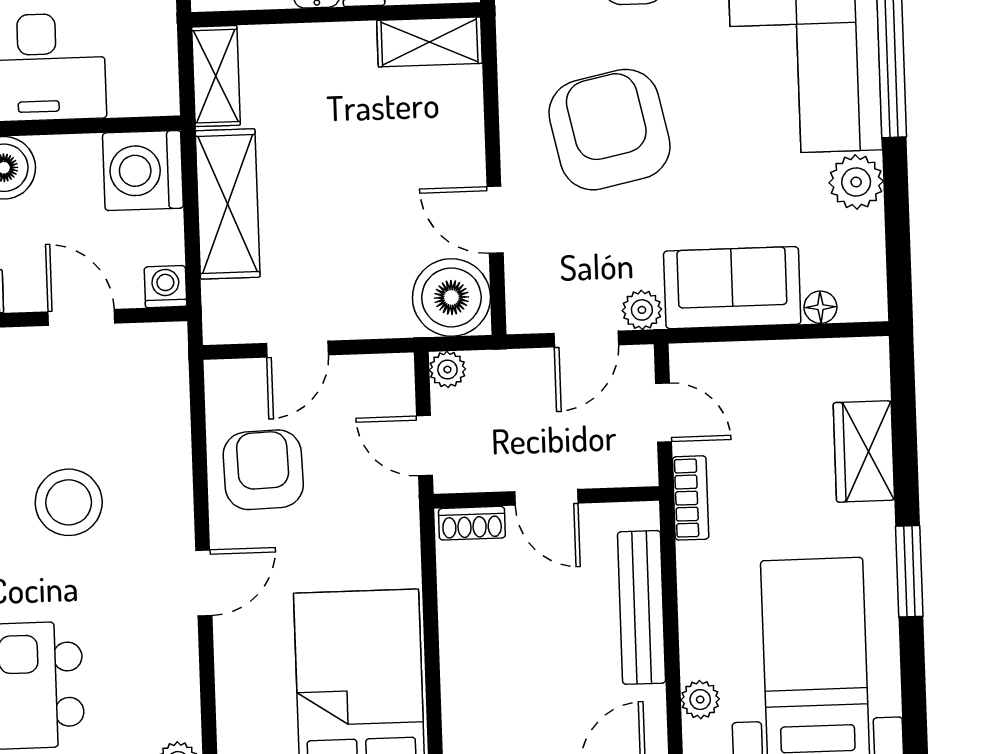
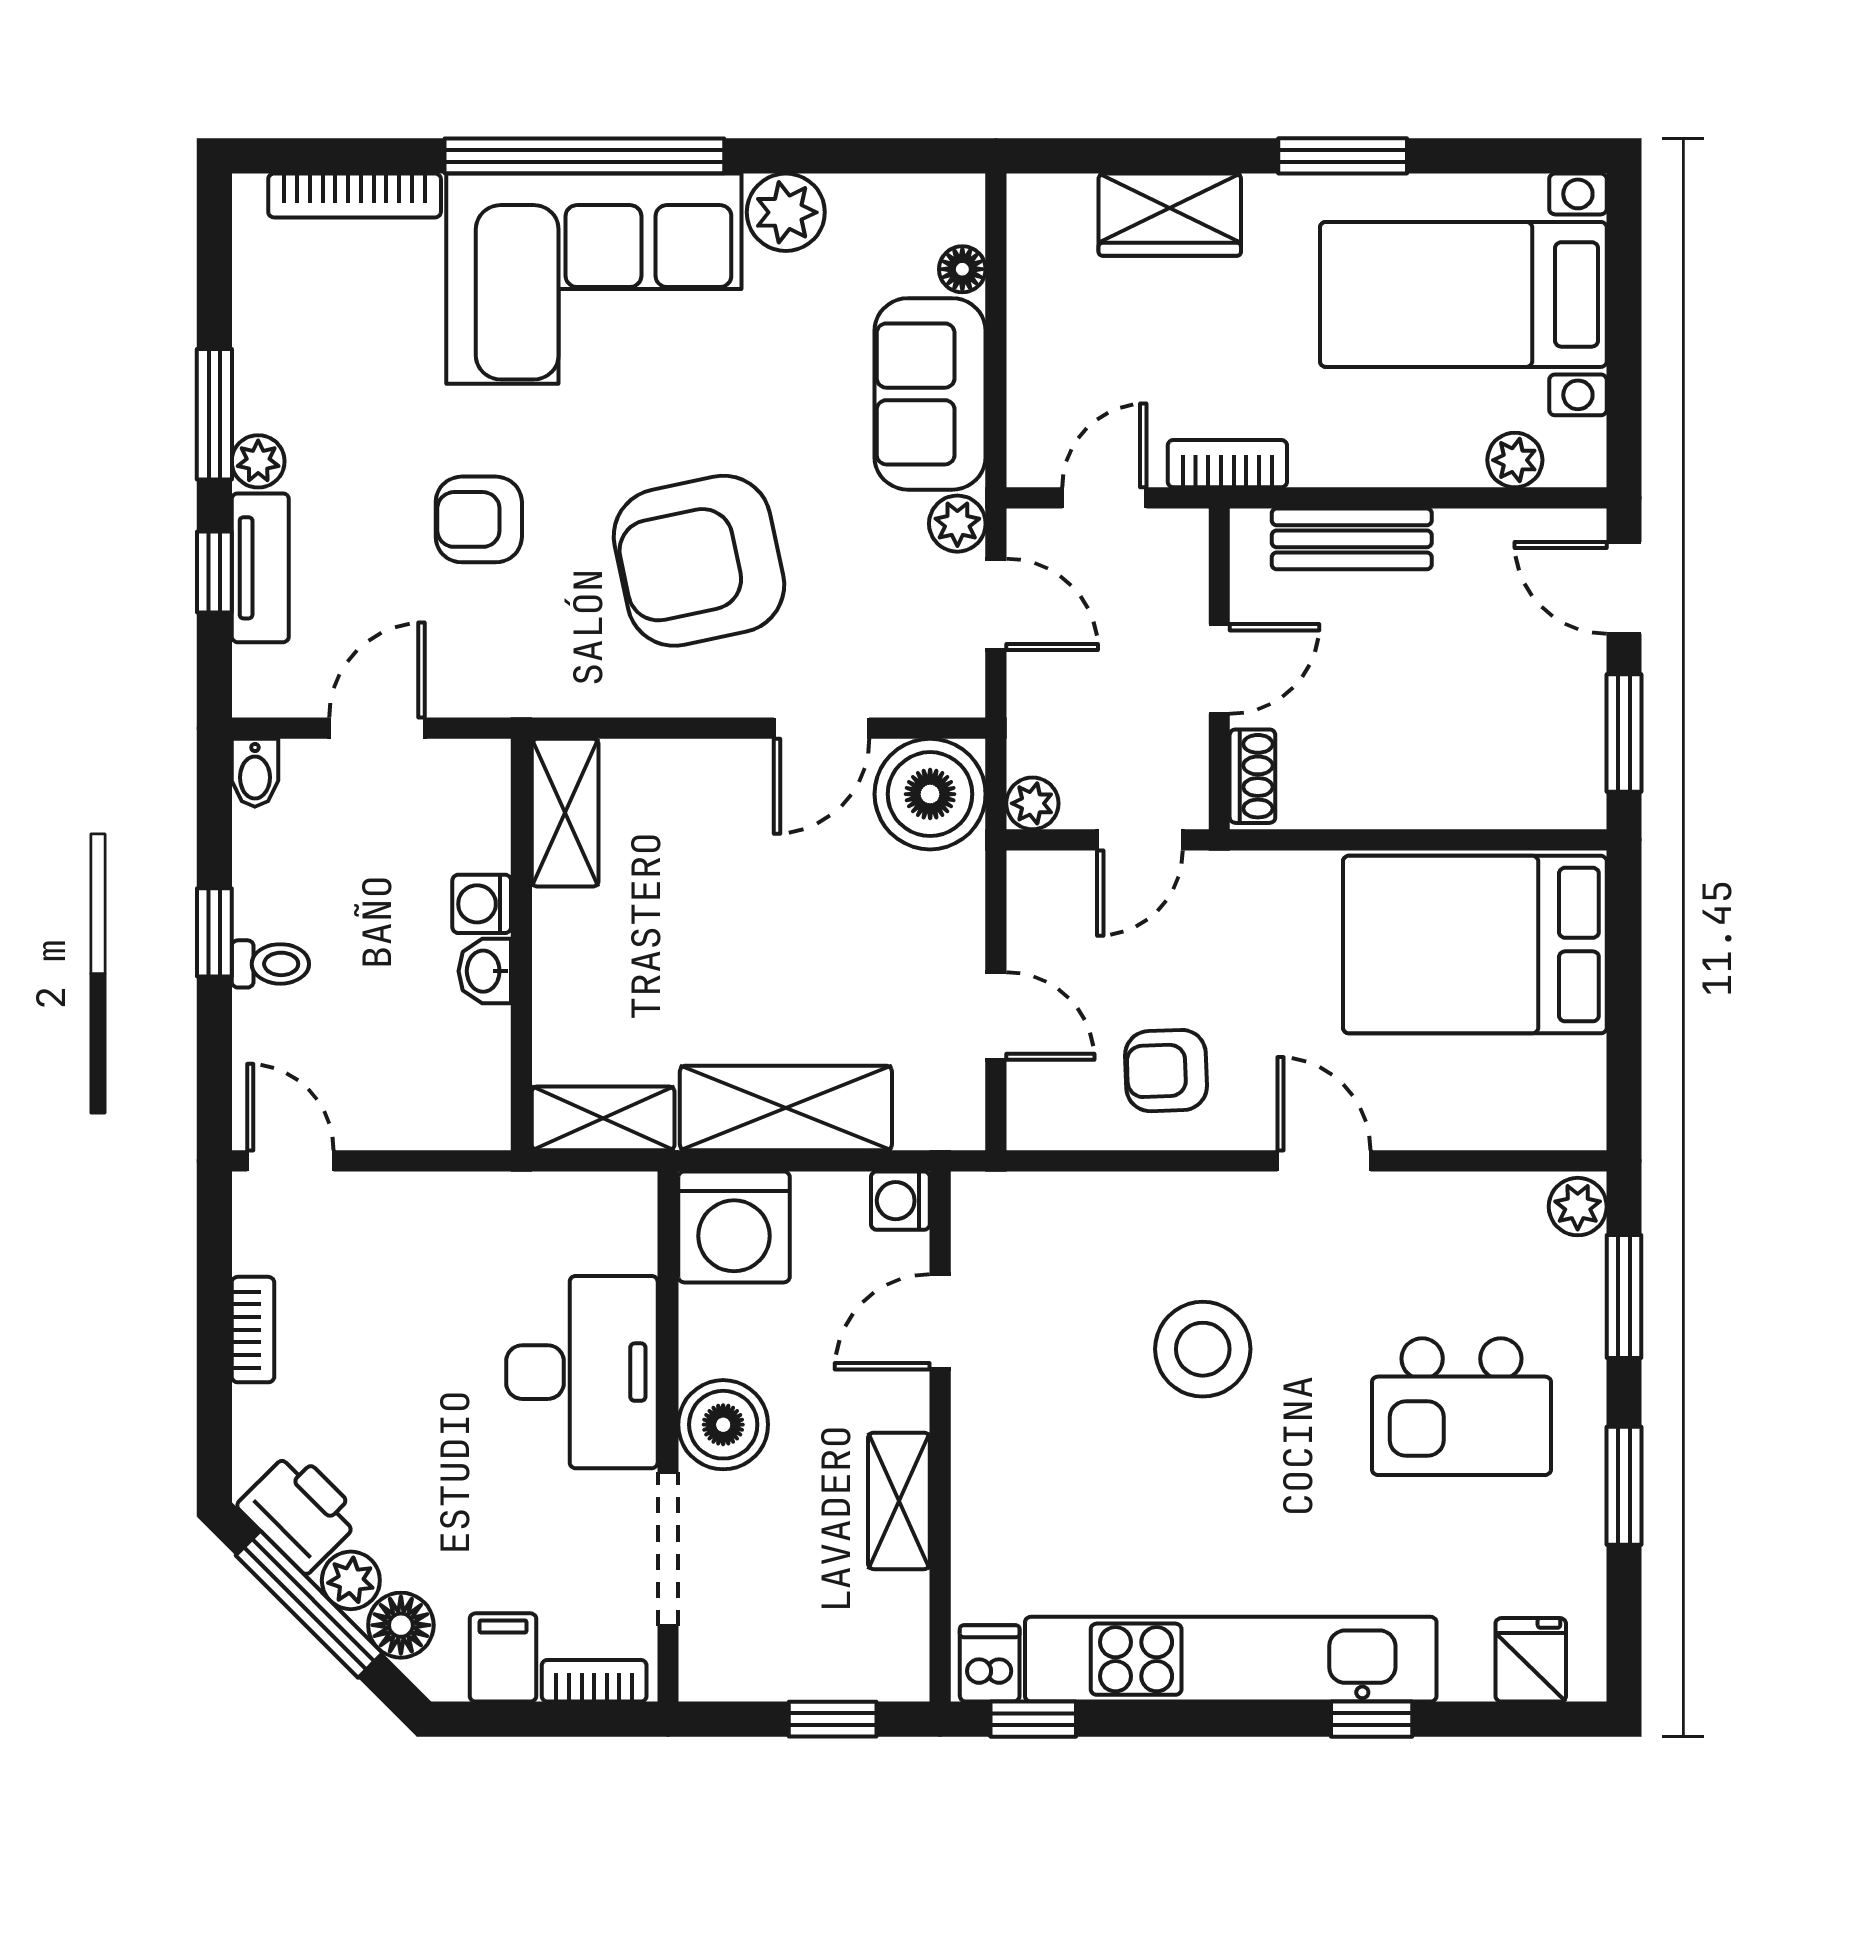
armchair: (263, 470) -> (1166, 1071), width x0.72, depth x0.72
bench: (642, 607) -> (1352, 539), width x0.73

